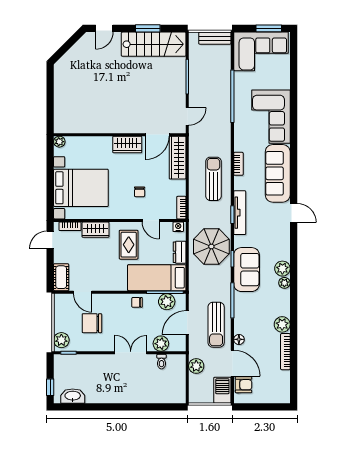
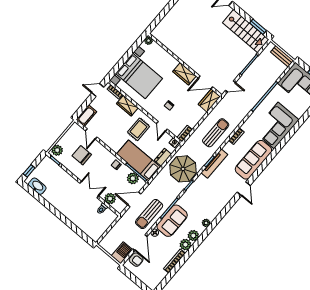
window: (148, 28) -> (258, 27), moved
wardrobe: (178, 158) -> (209, 101), width x0.67
plant: (282, 269) -> (193, 236), moved
sofa: (247, 270) -> (172, 221), moved
plant: (196, 366) -> (119, 227), removed

